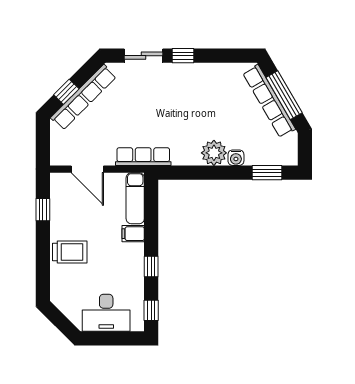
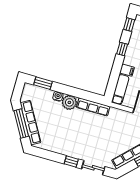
row of seats: (143, 157) -> (93, 107), moved

